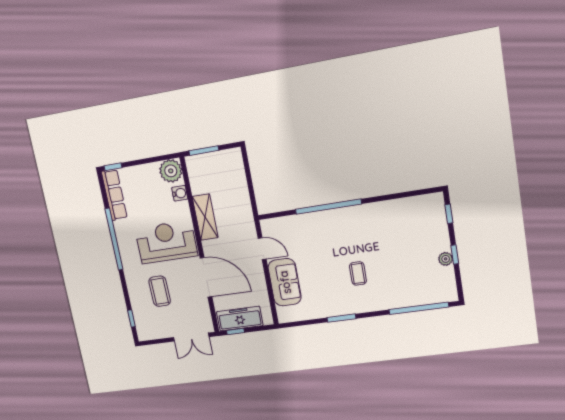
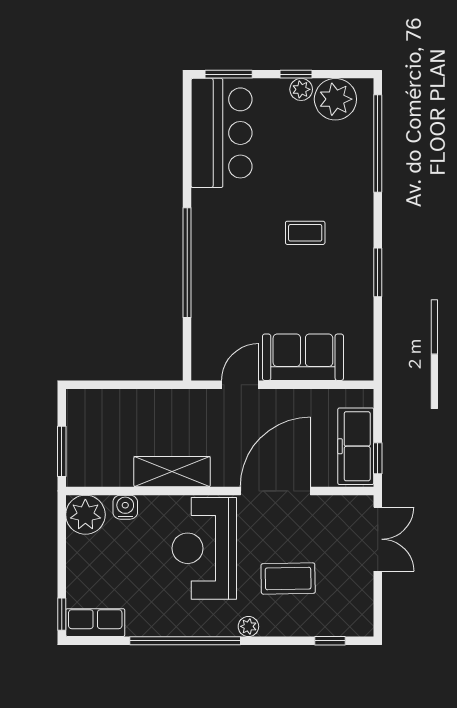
row of seats: (114, 195) -> (95, 623), width x0.68
window: (449, 214) -> (229, 74), width x1.50
bar counter: (411, 215) -> (222, 133), added
plant: (129, 273) -> (248, 626), added
plant: (442, 280) -> (335, 99), added

